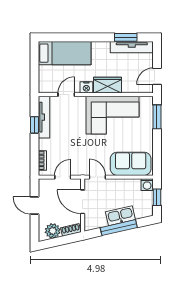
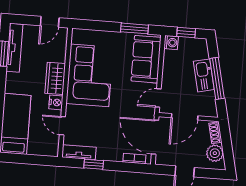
door: (157, 76) -> (50, 22), hinge flipped
tv unit: (44, 117) -> (79, 152), width x0.71
window: (157, 117) -> (134, 28), moved
door: (63, 177) -> (155, 137), width x1.87

